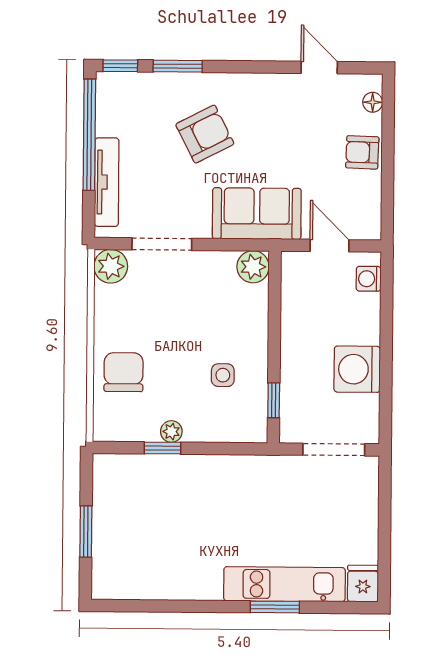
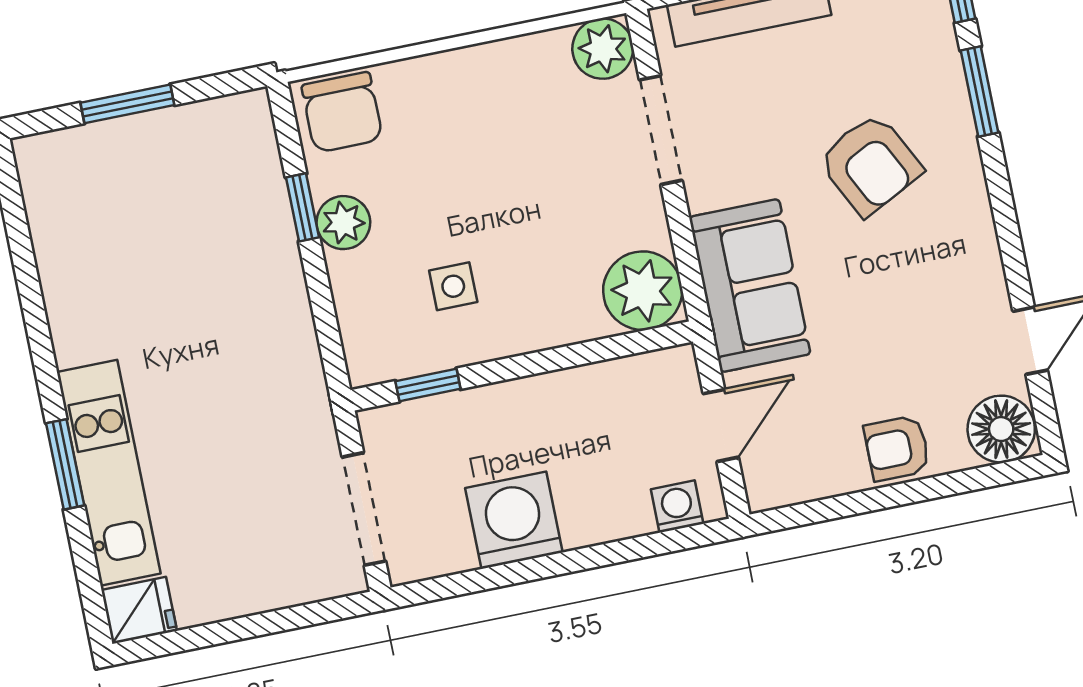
floor lamp: (373, 102) -> (1001, 429), width x1.89, depth x1.89
armchair: (362, 152) -> (897, 448), turned -92
plant: (253, 267) -> (643, 291), width x1.36, depth x1.36
chair: (124, 372) -> (342, 112), moved, turned 90
plant: (171, 432) -> (343, 223), width x1.38, depth x1.38

